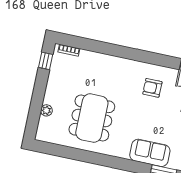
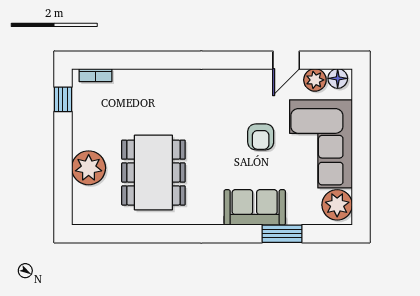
armchair: (152, 88) -> (261, 137), moved, turned -90
plant: (46, 110) -> (89, 168), width x1.87, depth x1.87

